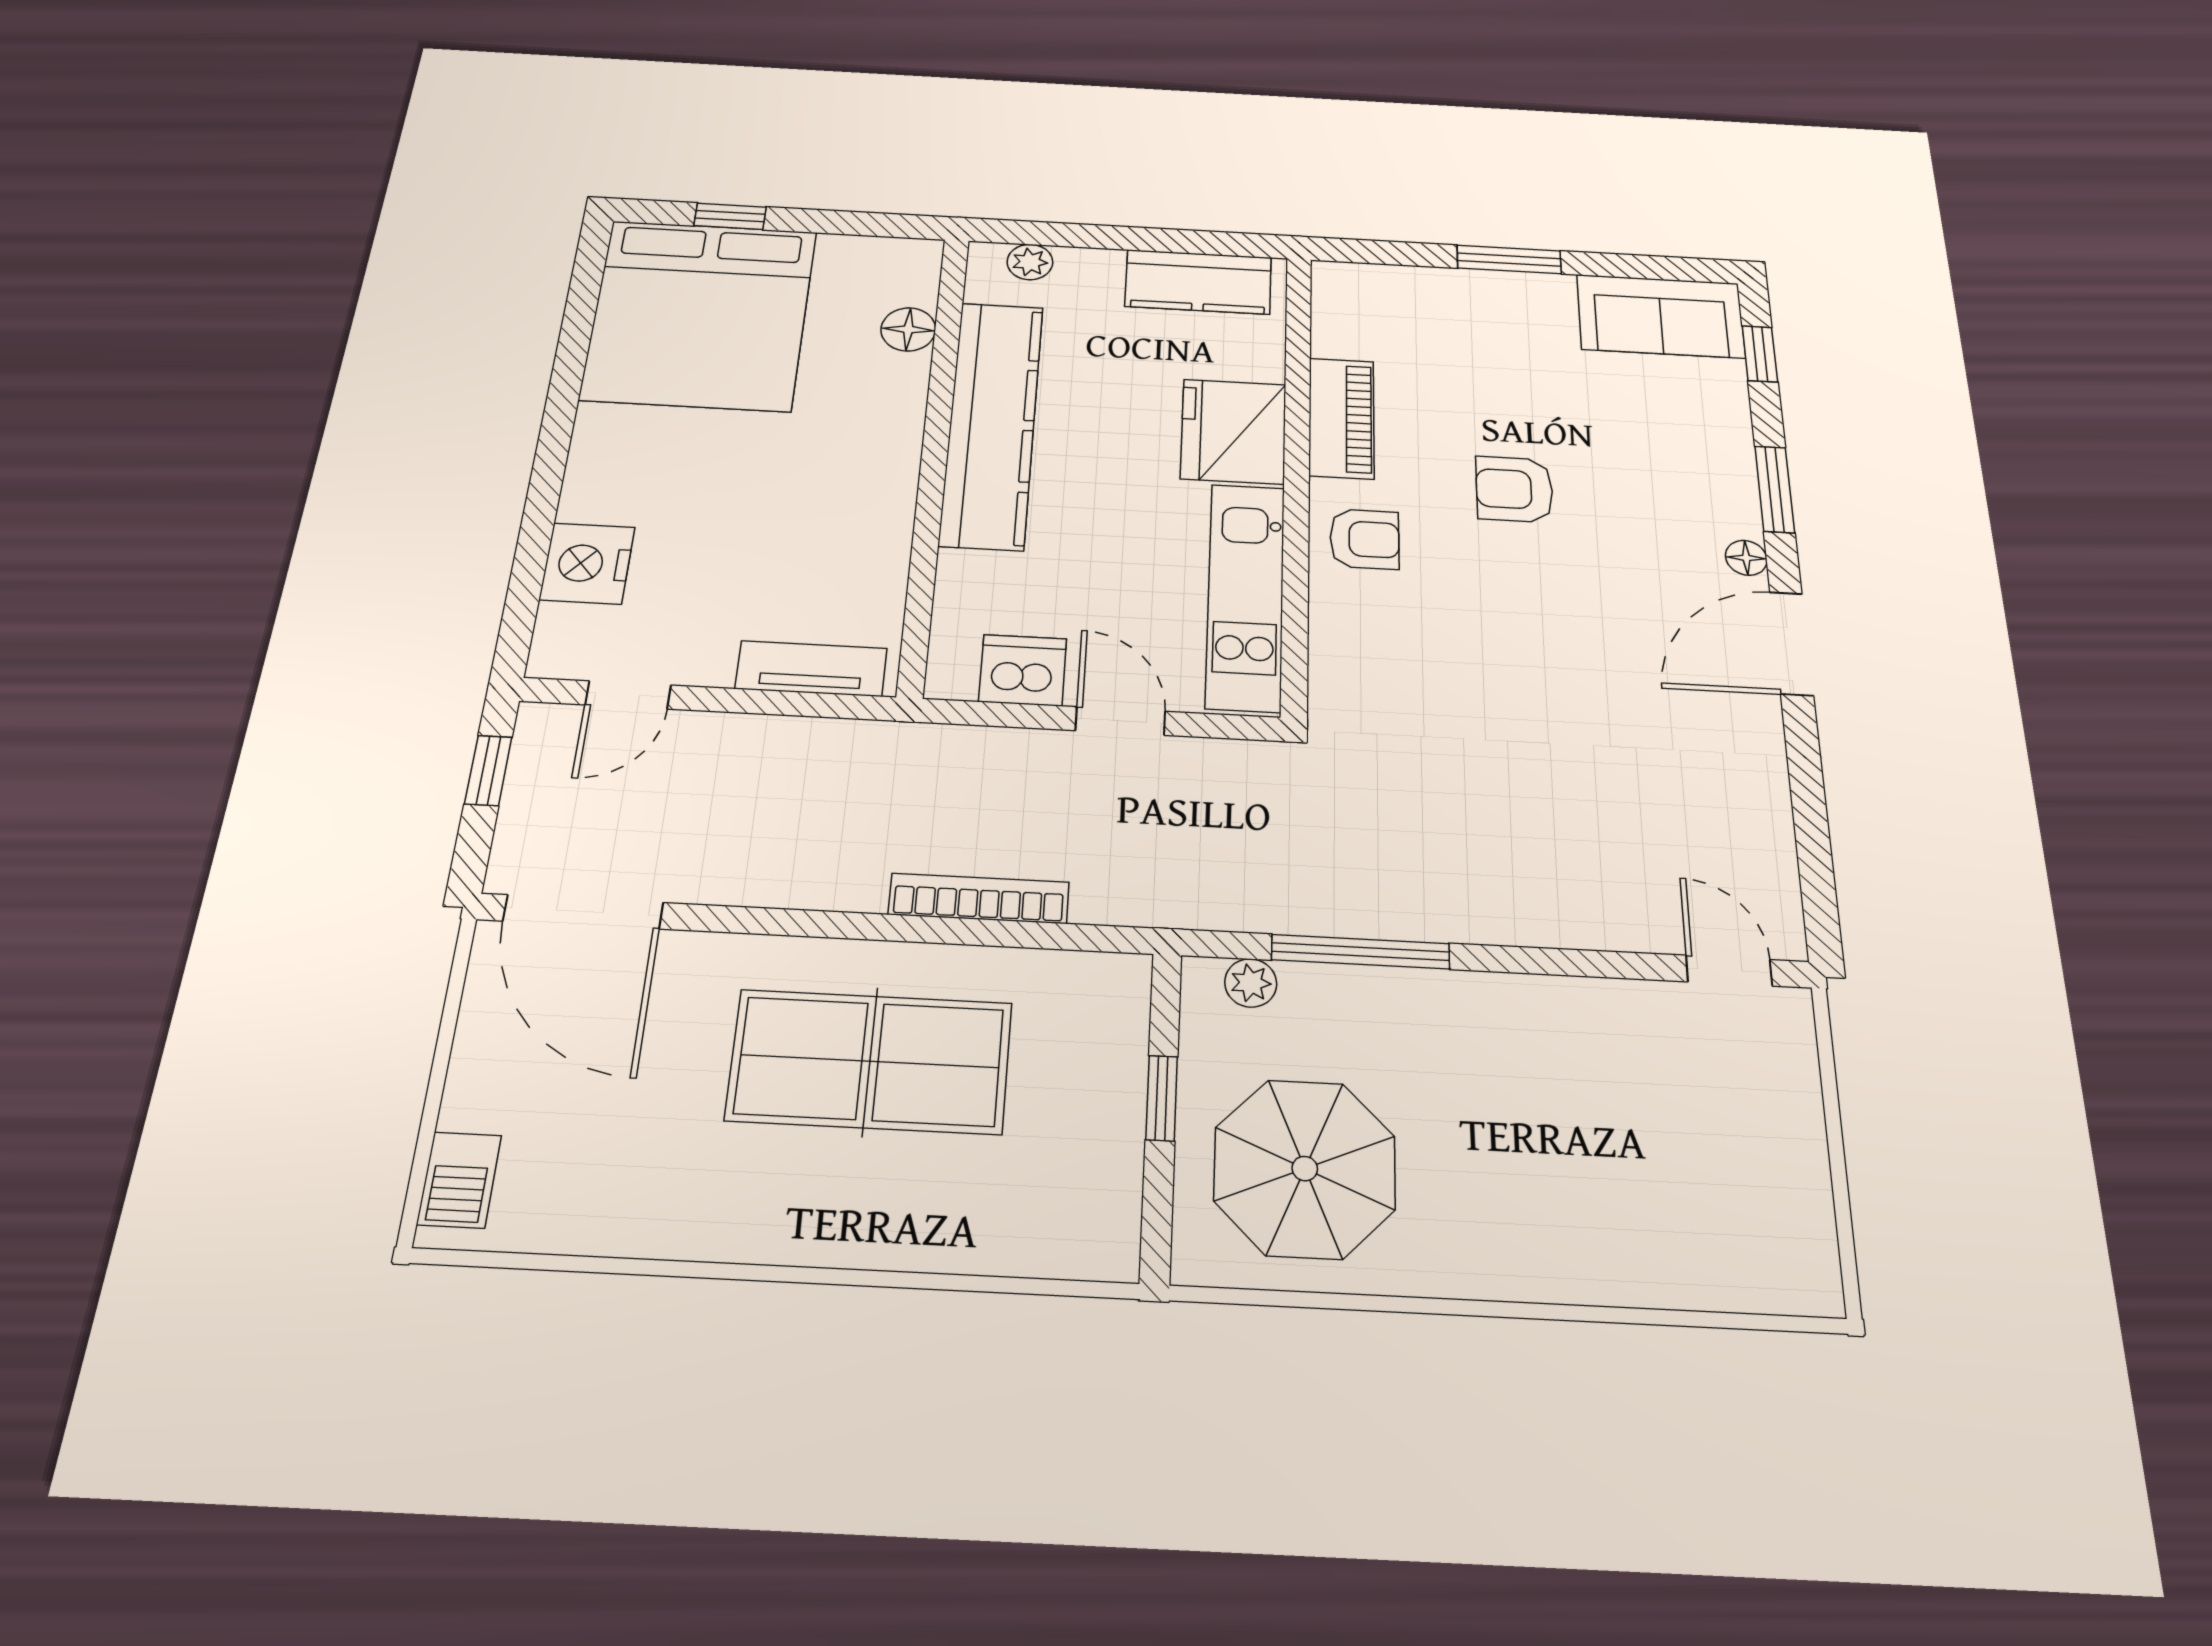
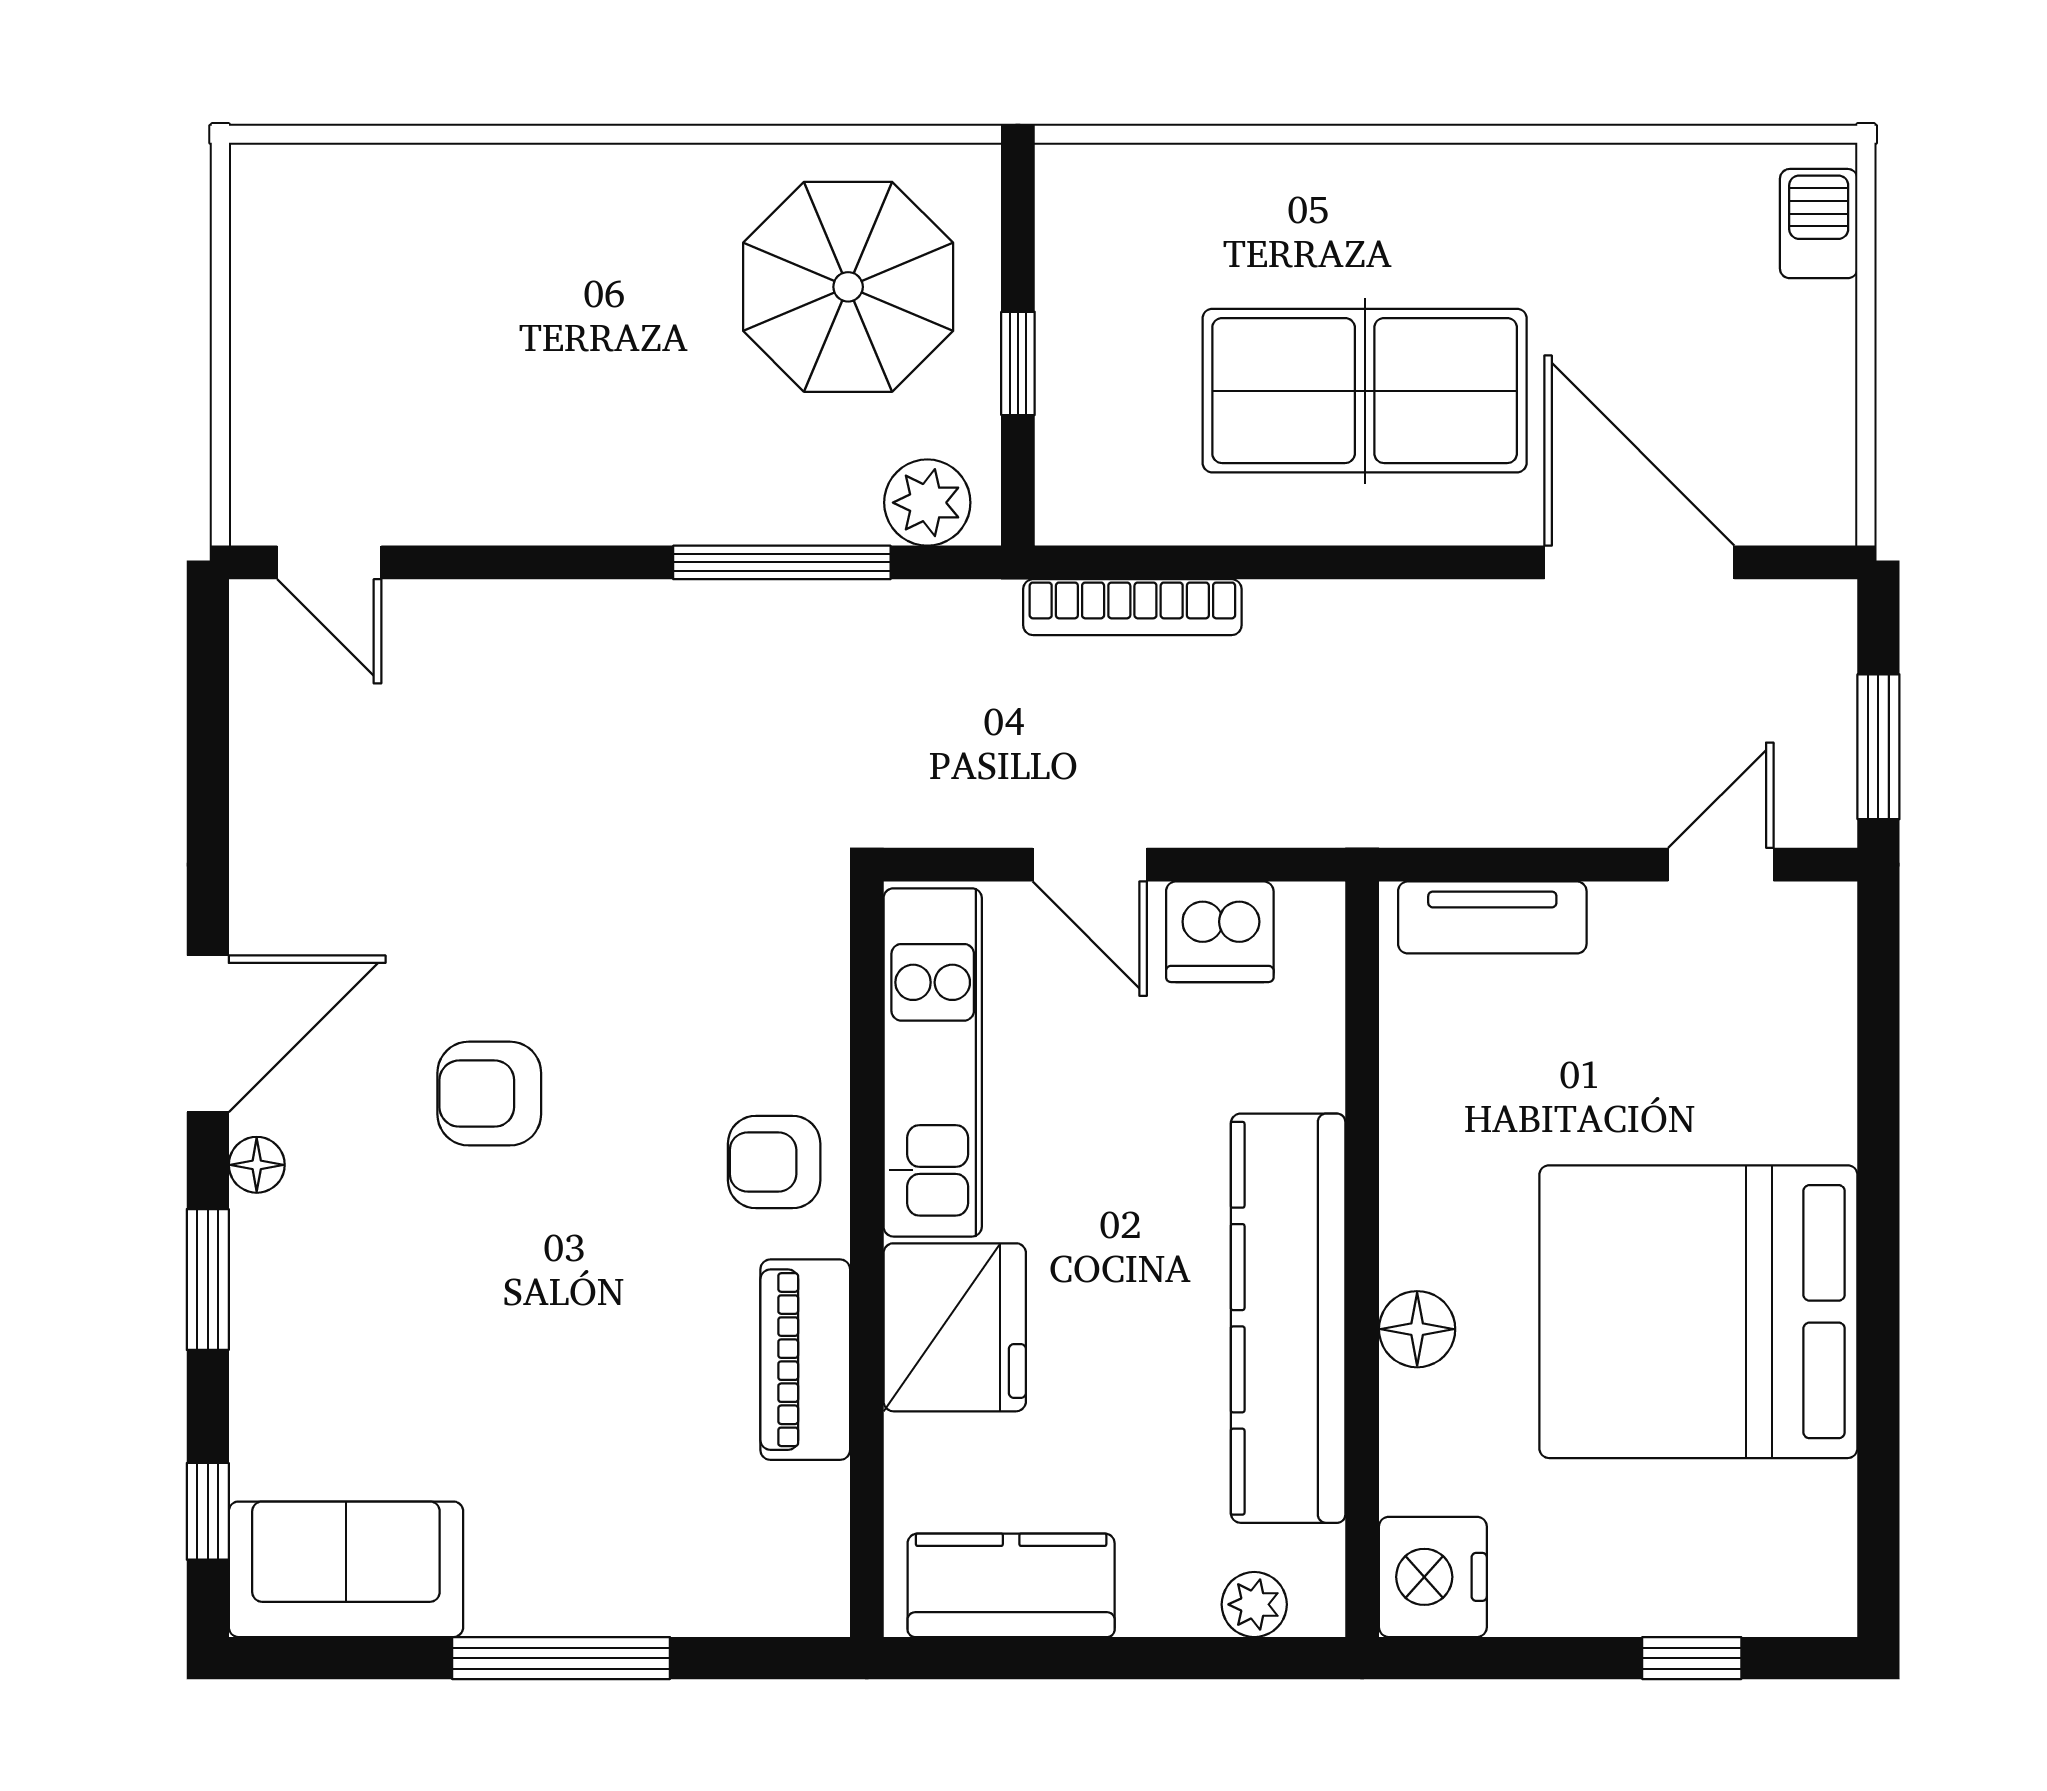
window: (1509, 259) -> (561, 1658), width x1.44
bed: (700, 315) -> (1698, 1312), moved, turned -90
floor lamp: (908, 329) -> (1417, 1329), moved
armchair: (1514, 489) -> (489, 1094), moved, turned 180
nightstand: (587, 563) -> (1433, 1577), moved, turned 180
window: (488, 771) -> (1878, 747), width x1.50
bookcase: (979, 898) -> (1132, 607), moved
door: (583, 912) -> (1639, 562), moved
plant: (1251, 983) -> (927, 503), width x1.38, depth x1.38

